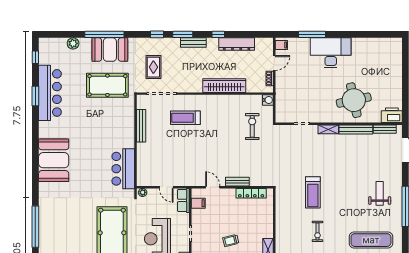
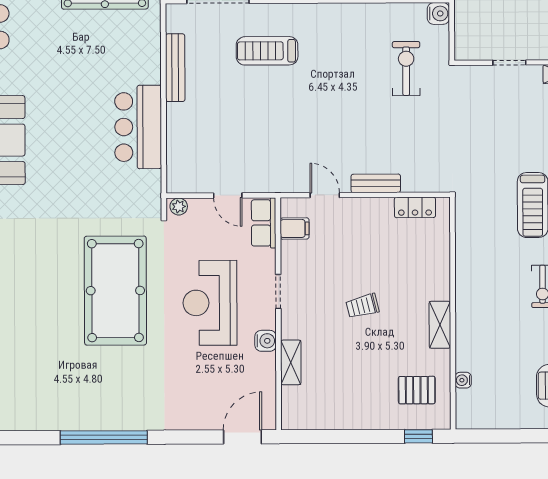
bar counter: (123, 169) -> (138, 127), moved
locker: (251, 193) -> (415, 207), width x0.66

